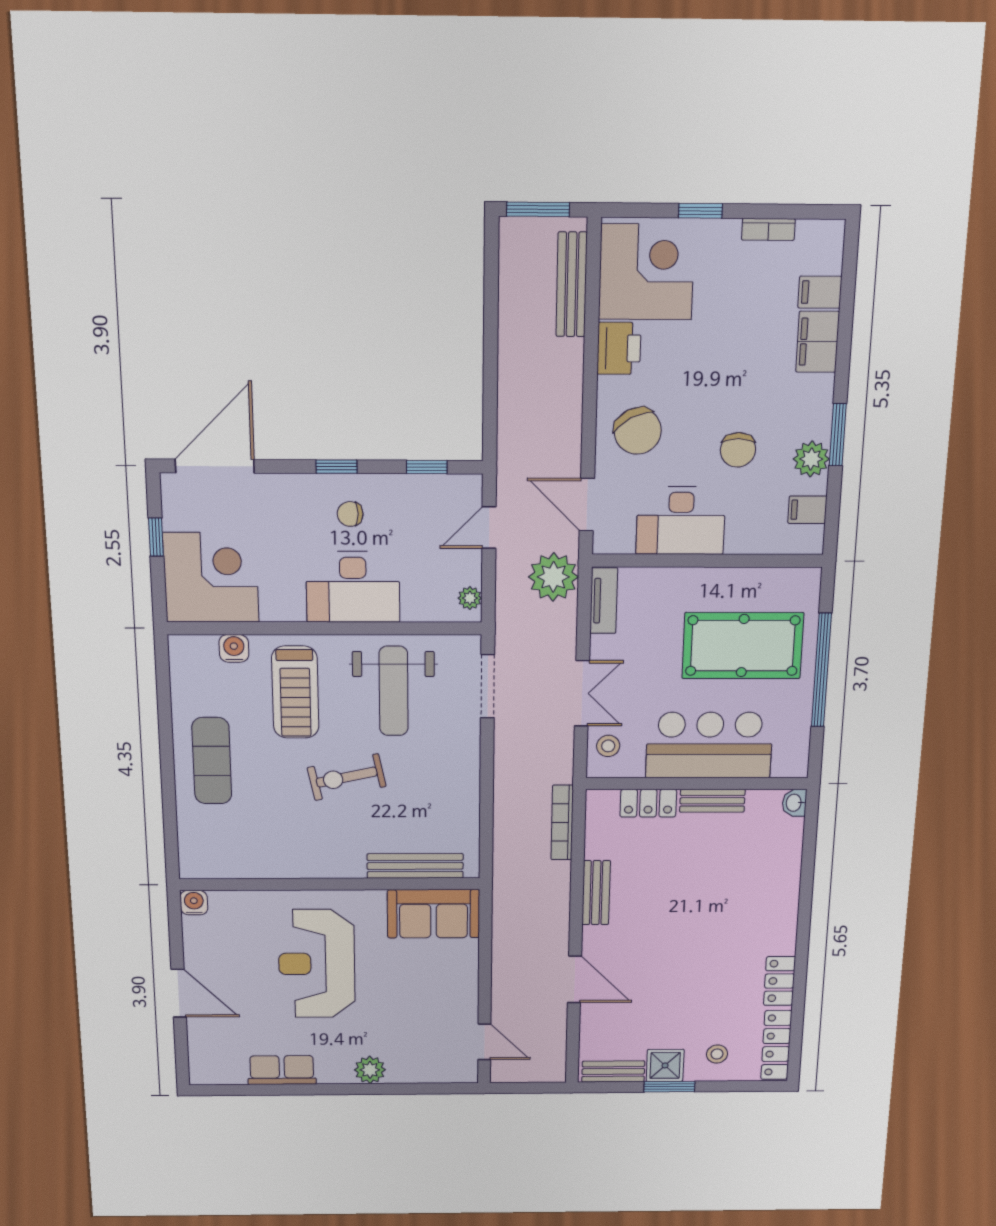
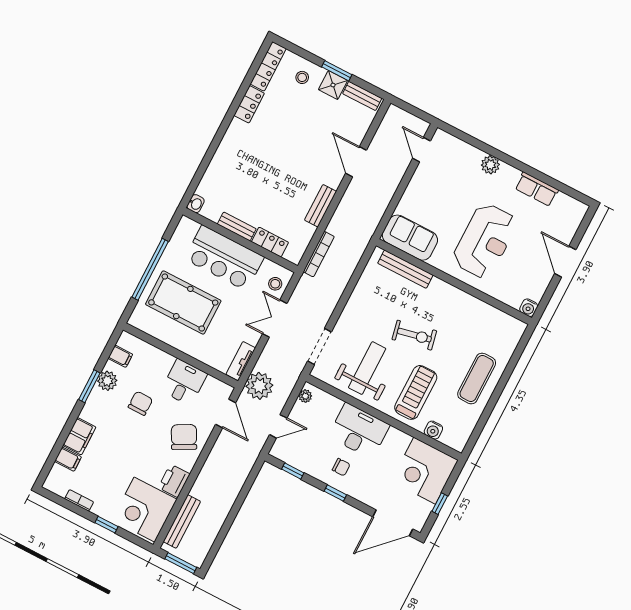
desk: (681, 521) -> (184, 382), width x0.73

